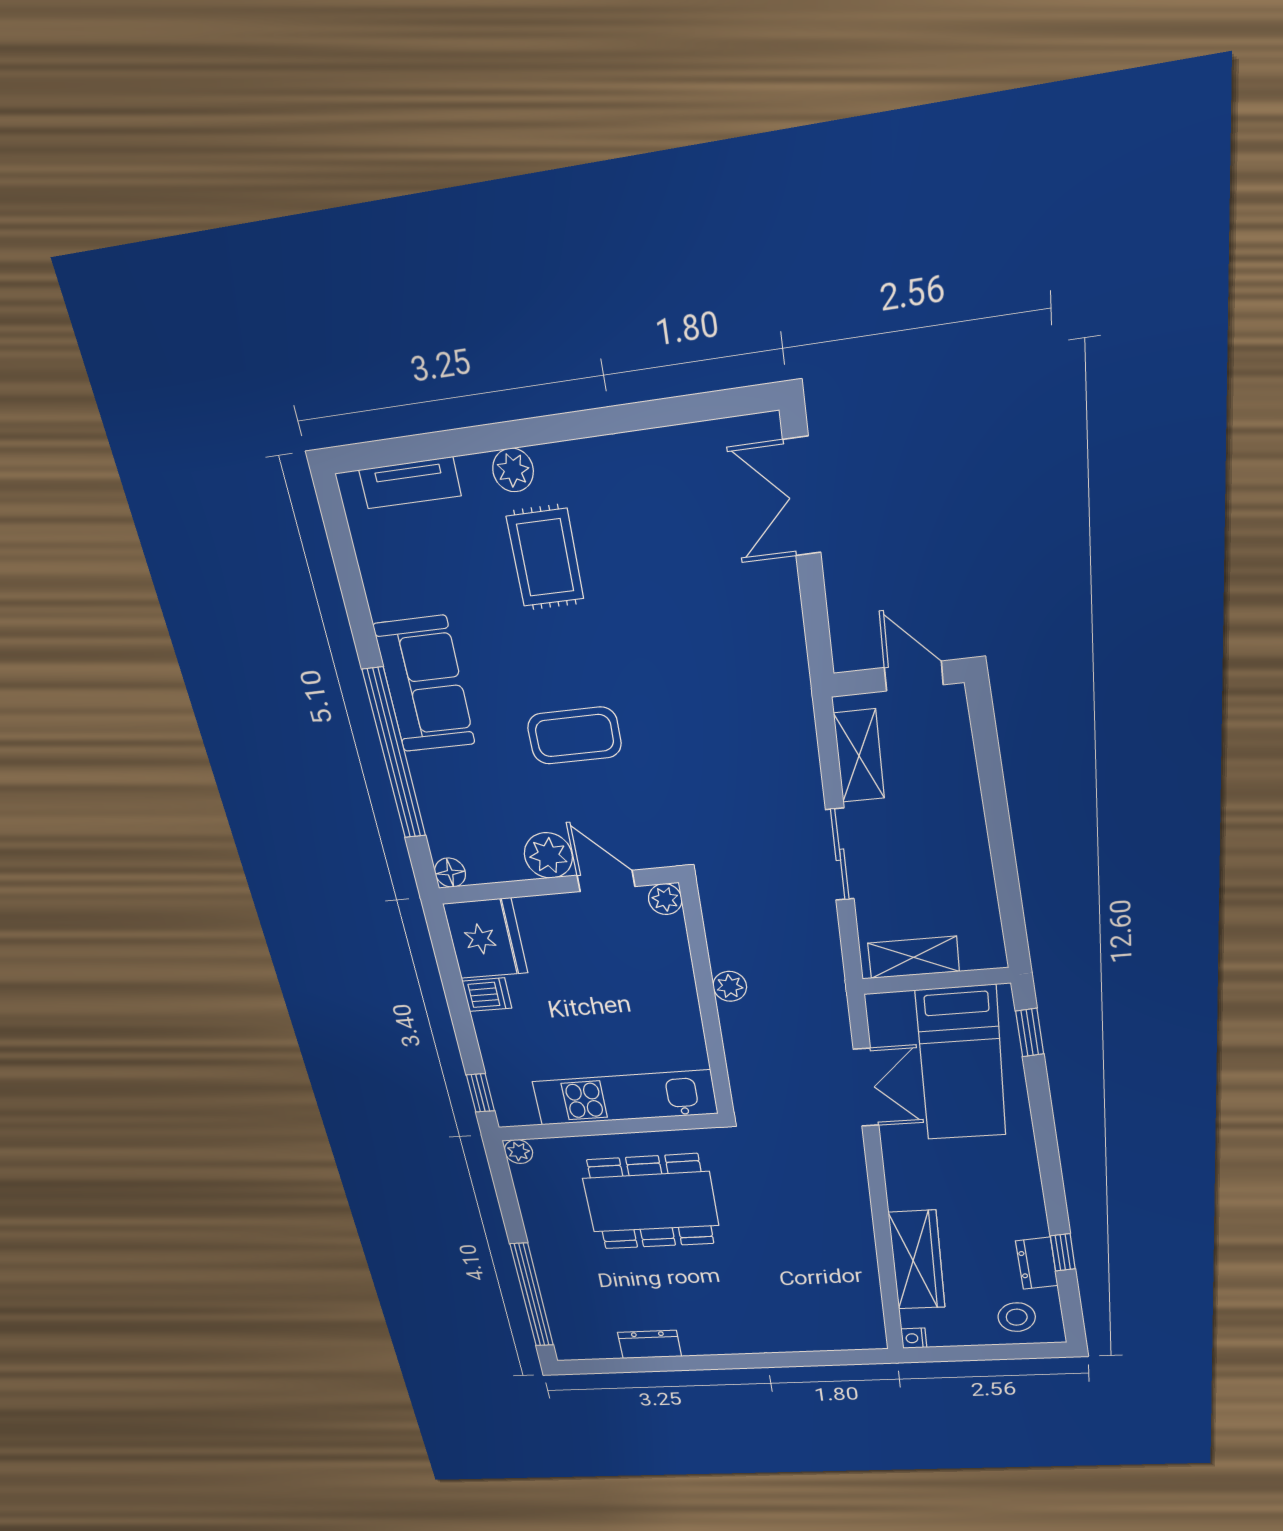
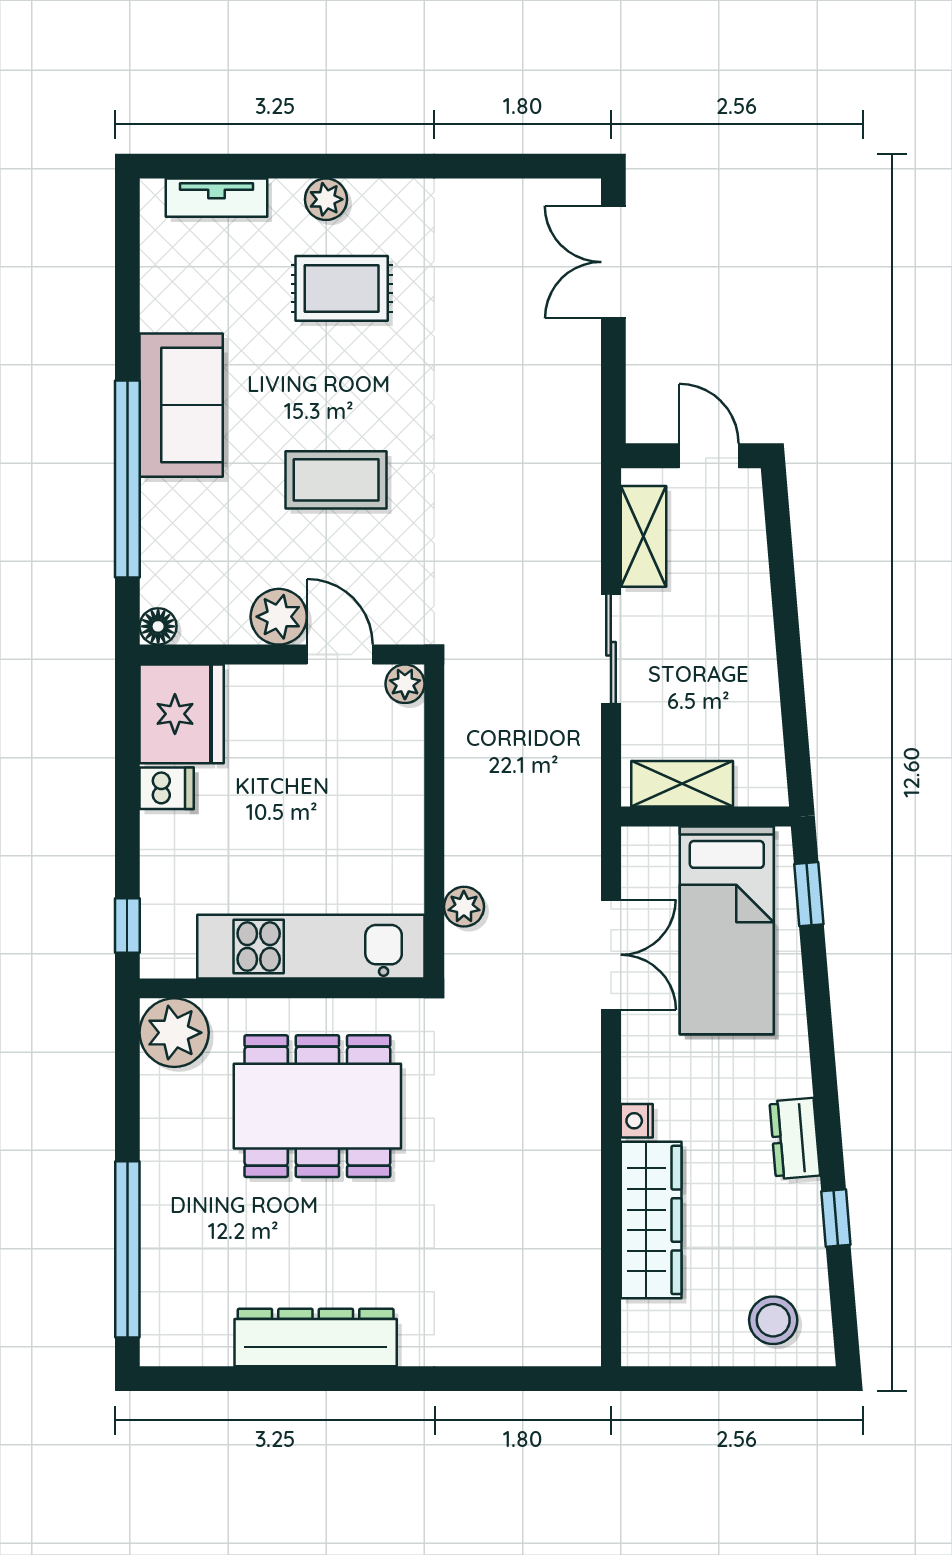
rug: (545, 558) -> (342, 288), turned 90
plant: (730, 986) -> (464, 907), moved
plant: (519, 1152) -> (174, 1033), width x1.88, depth x1.88
dresser: (1037, 1263) -> (795, 1138), moved
nightstand: (914, 1338) -> (637, 1121), moved
dresser: (650, 1344) -> (316, 1337), width x1.96, depth x1.24

